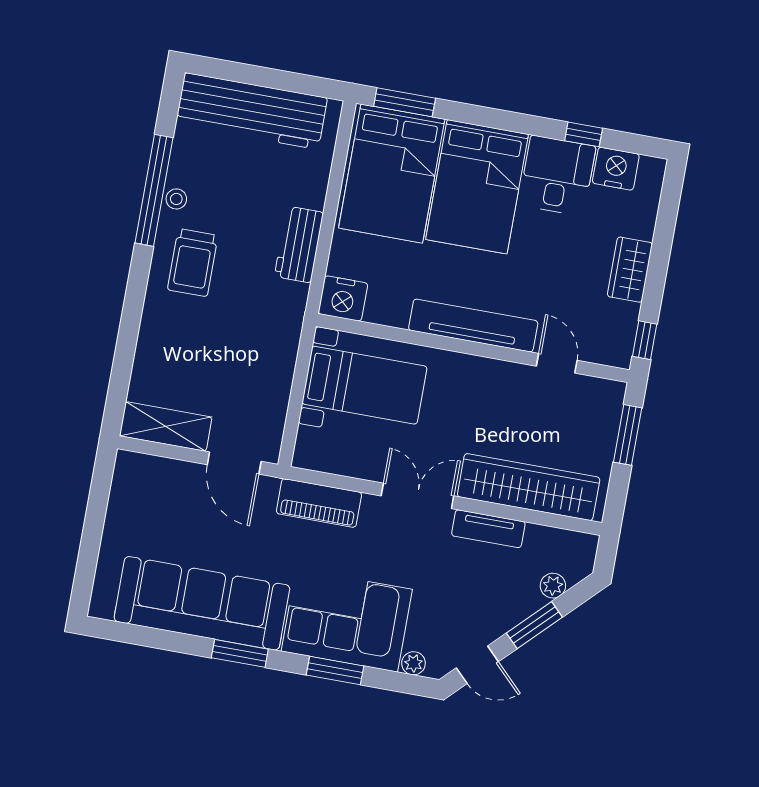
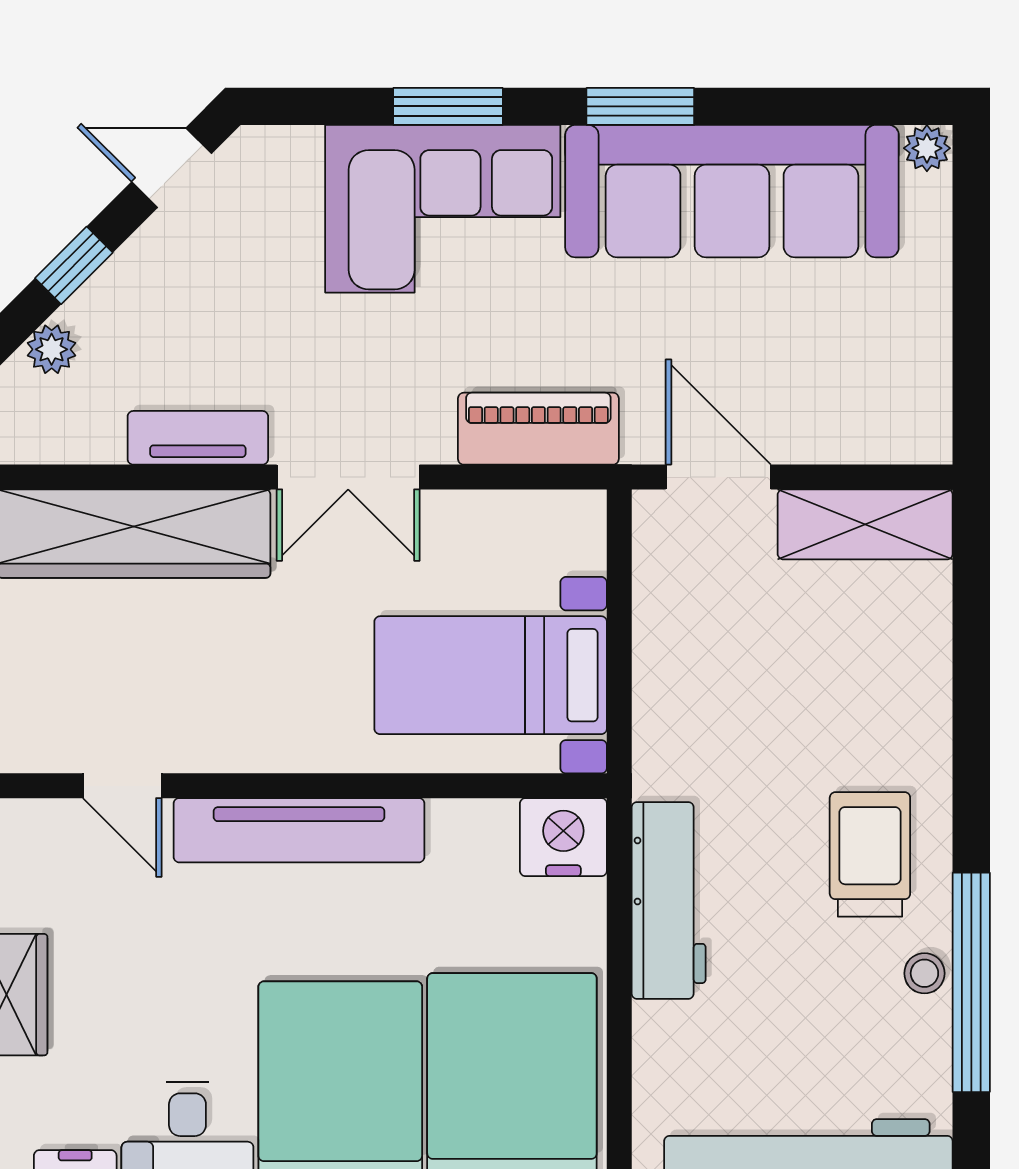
workbench: (299, 244) -> (669, 900), width x1.38
window: (534, 625) -> (74, 265), width x0.67
plant: (413, 663) -> (927, 148), moved

